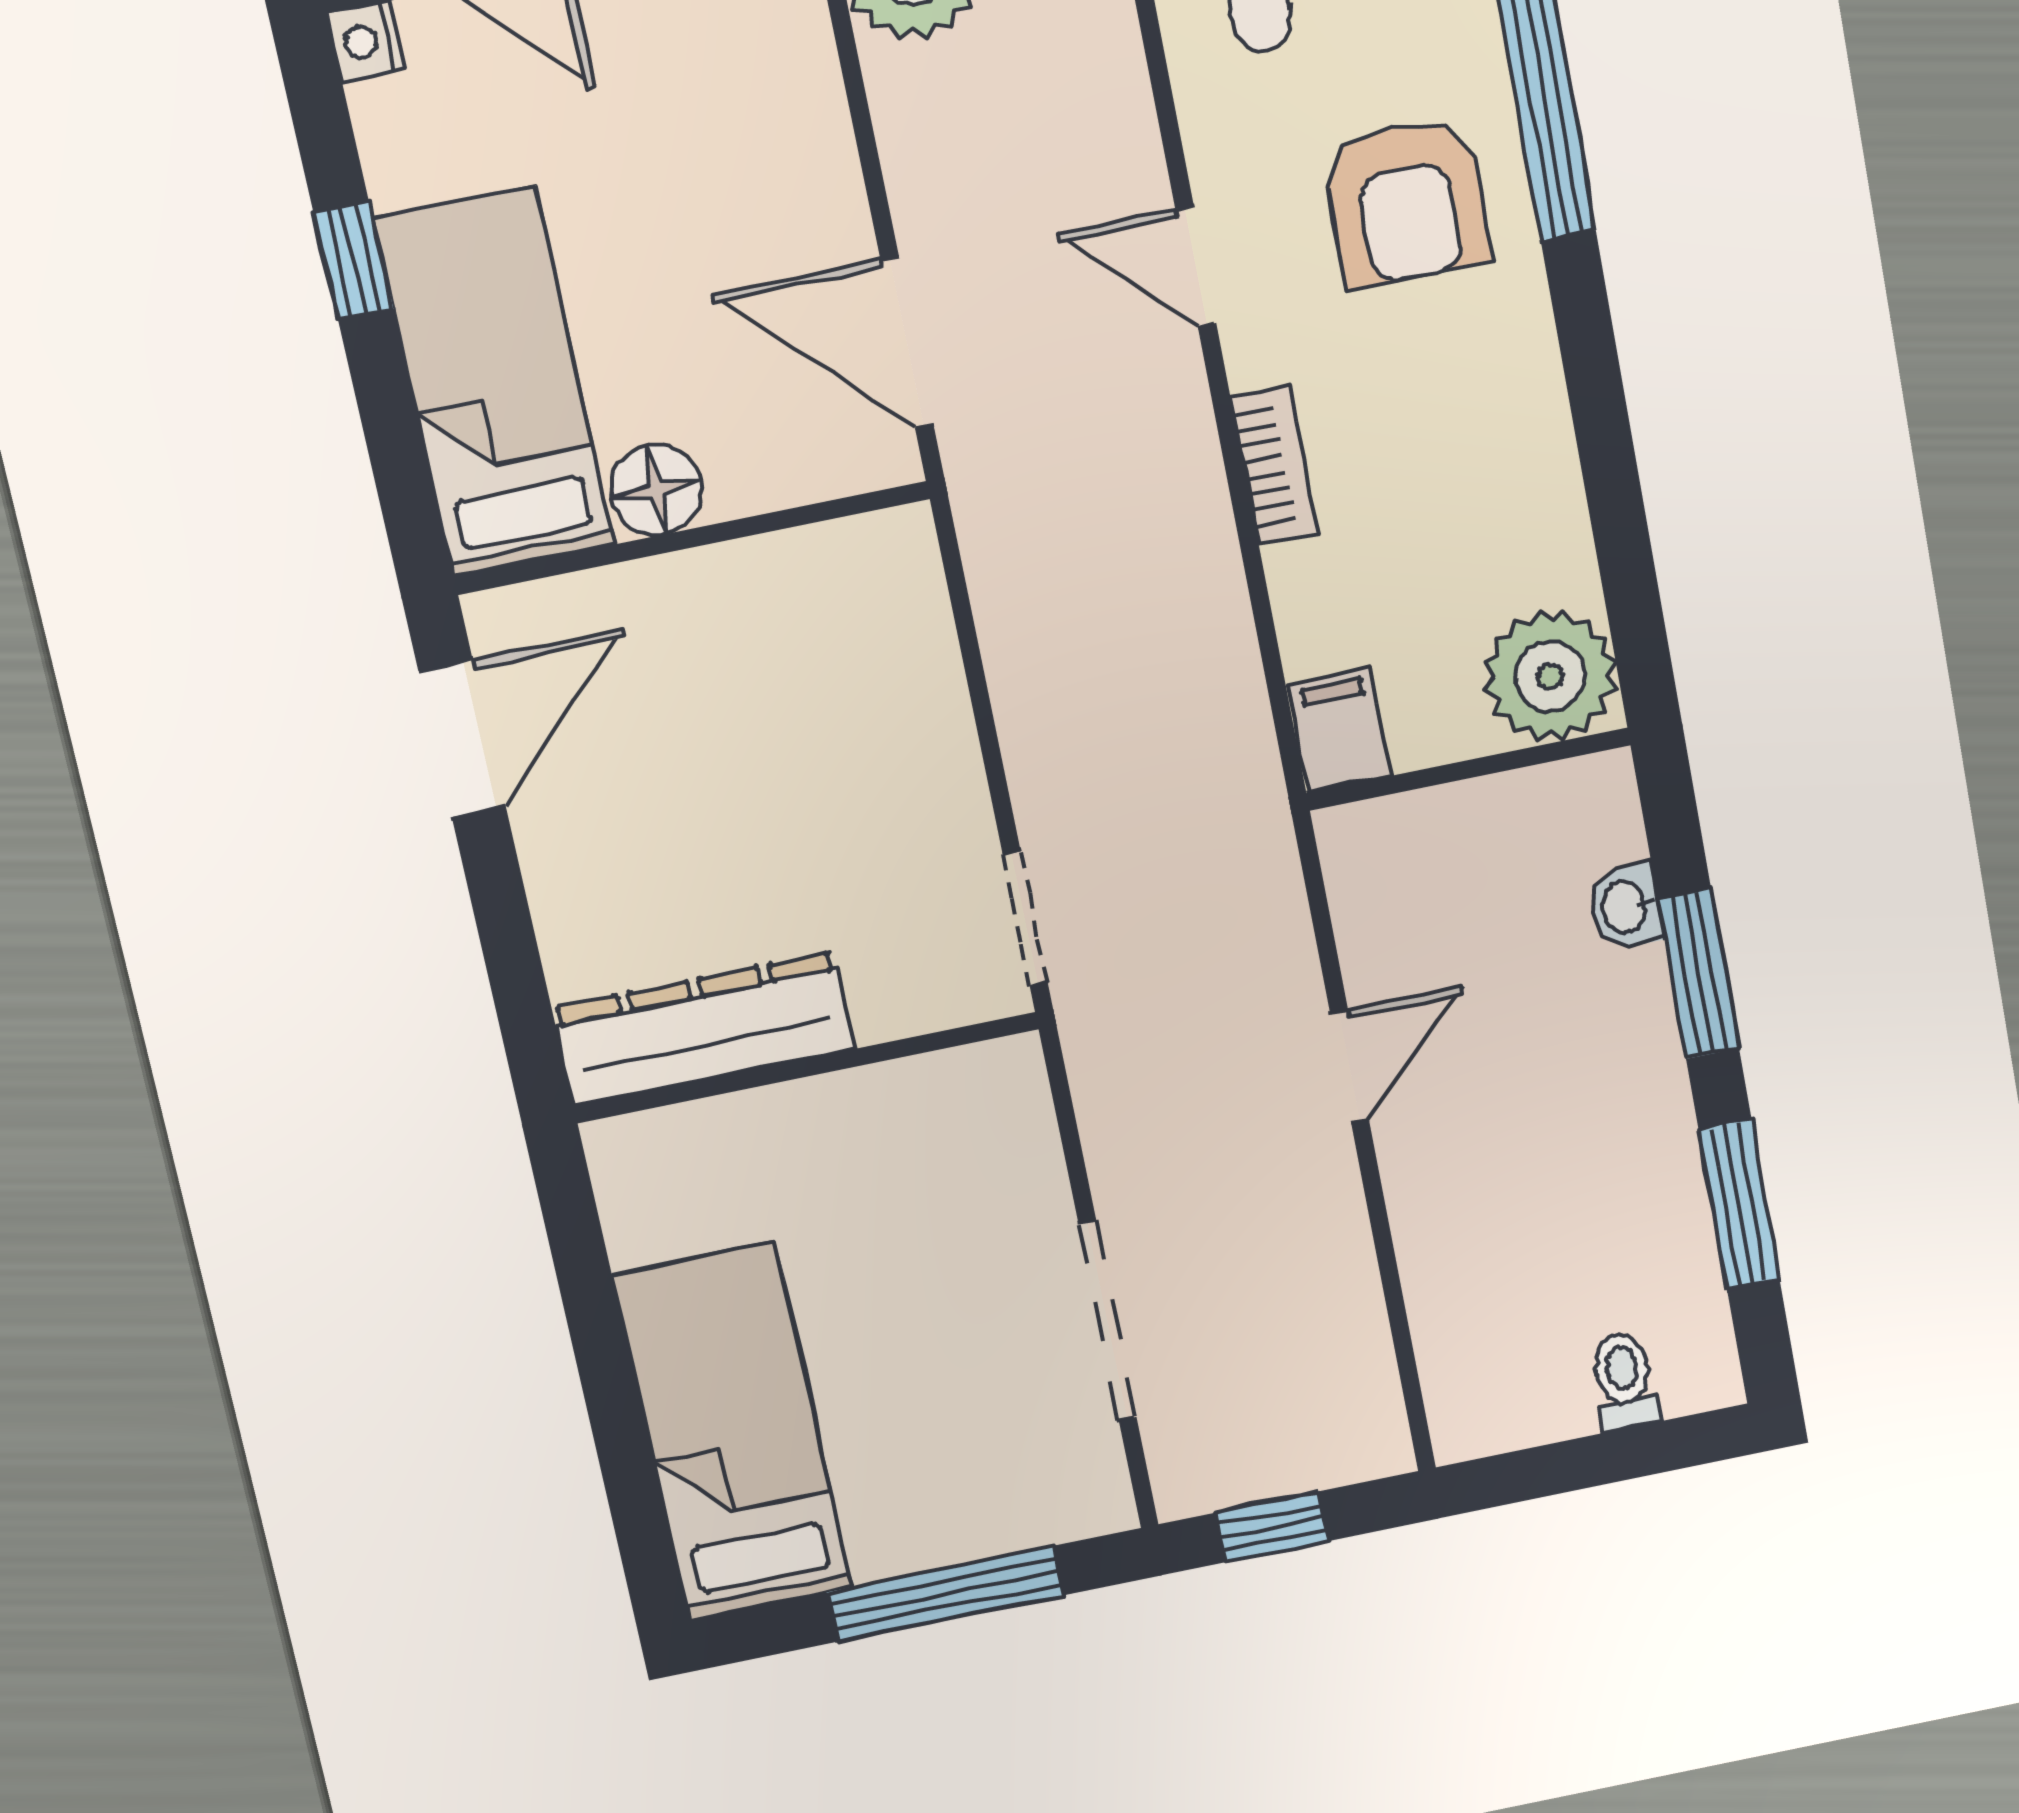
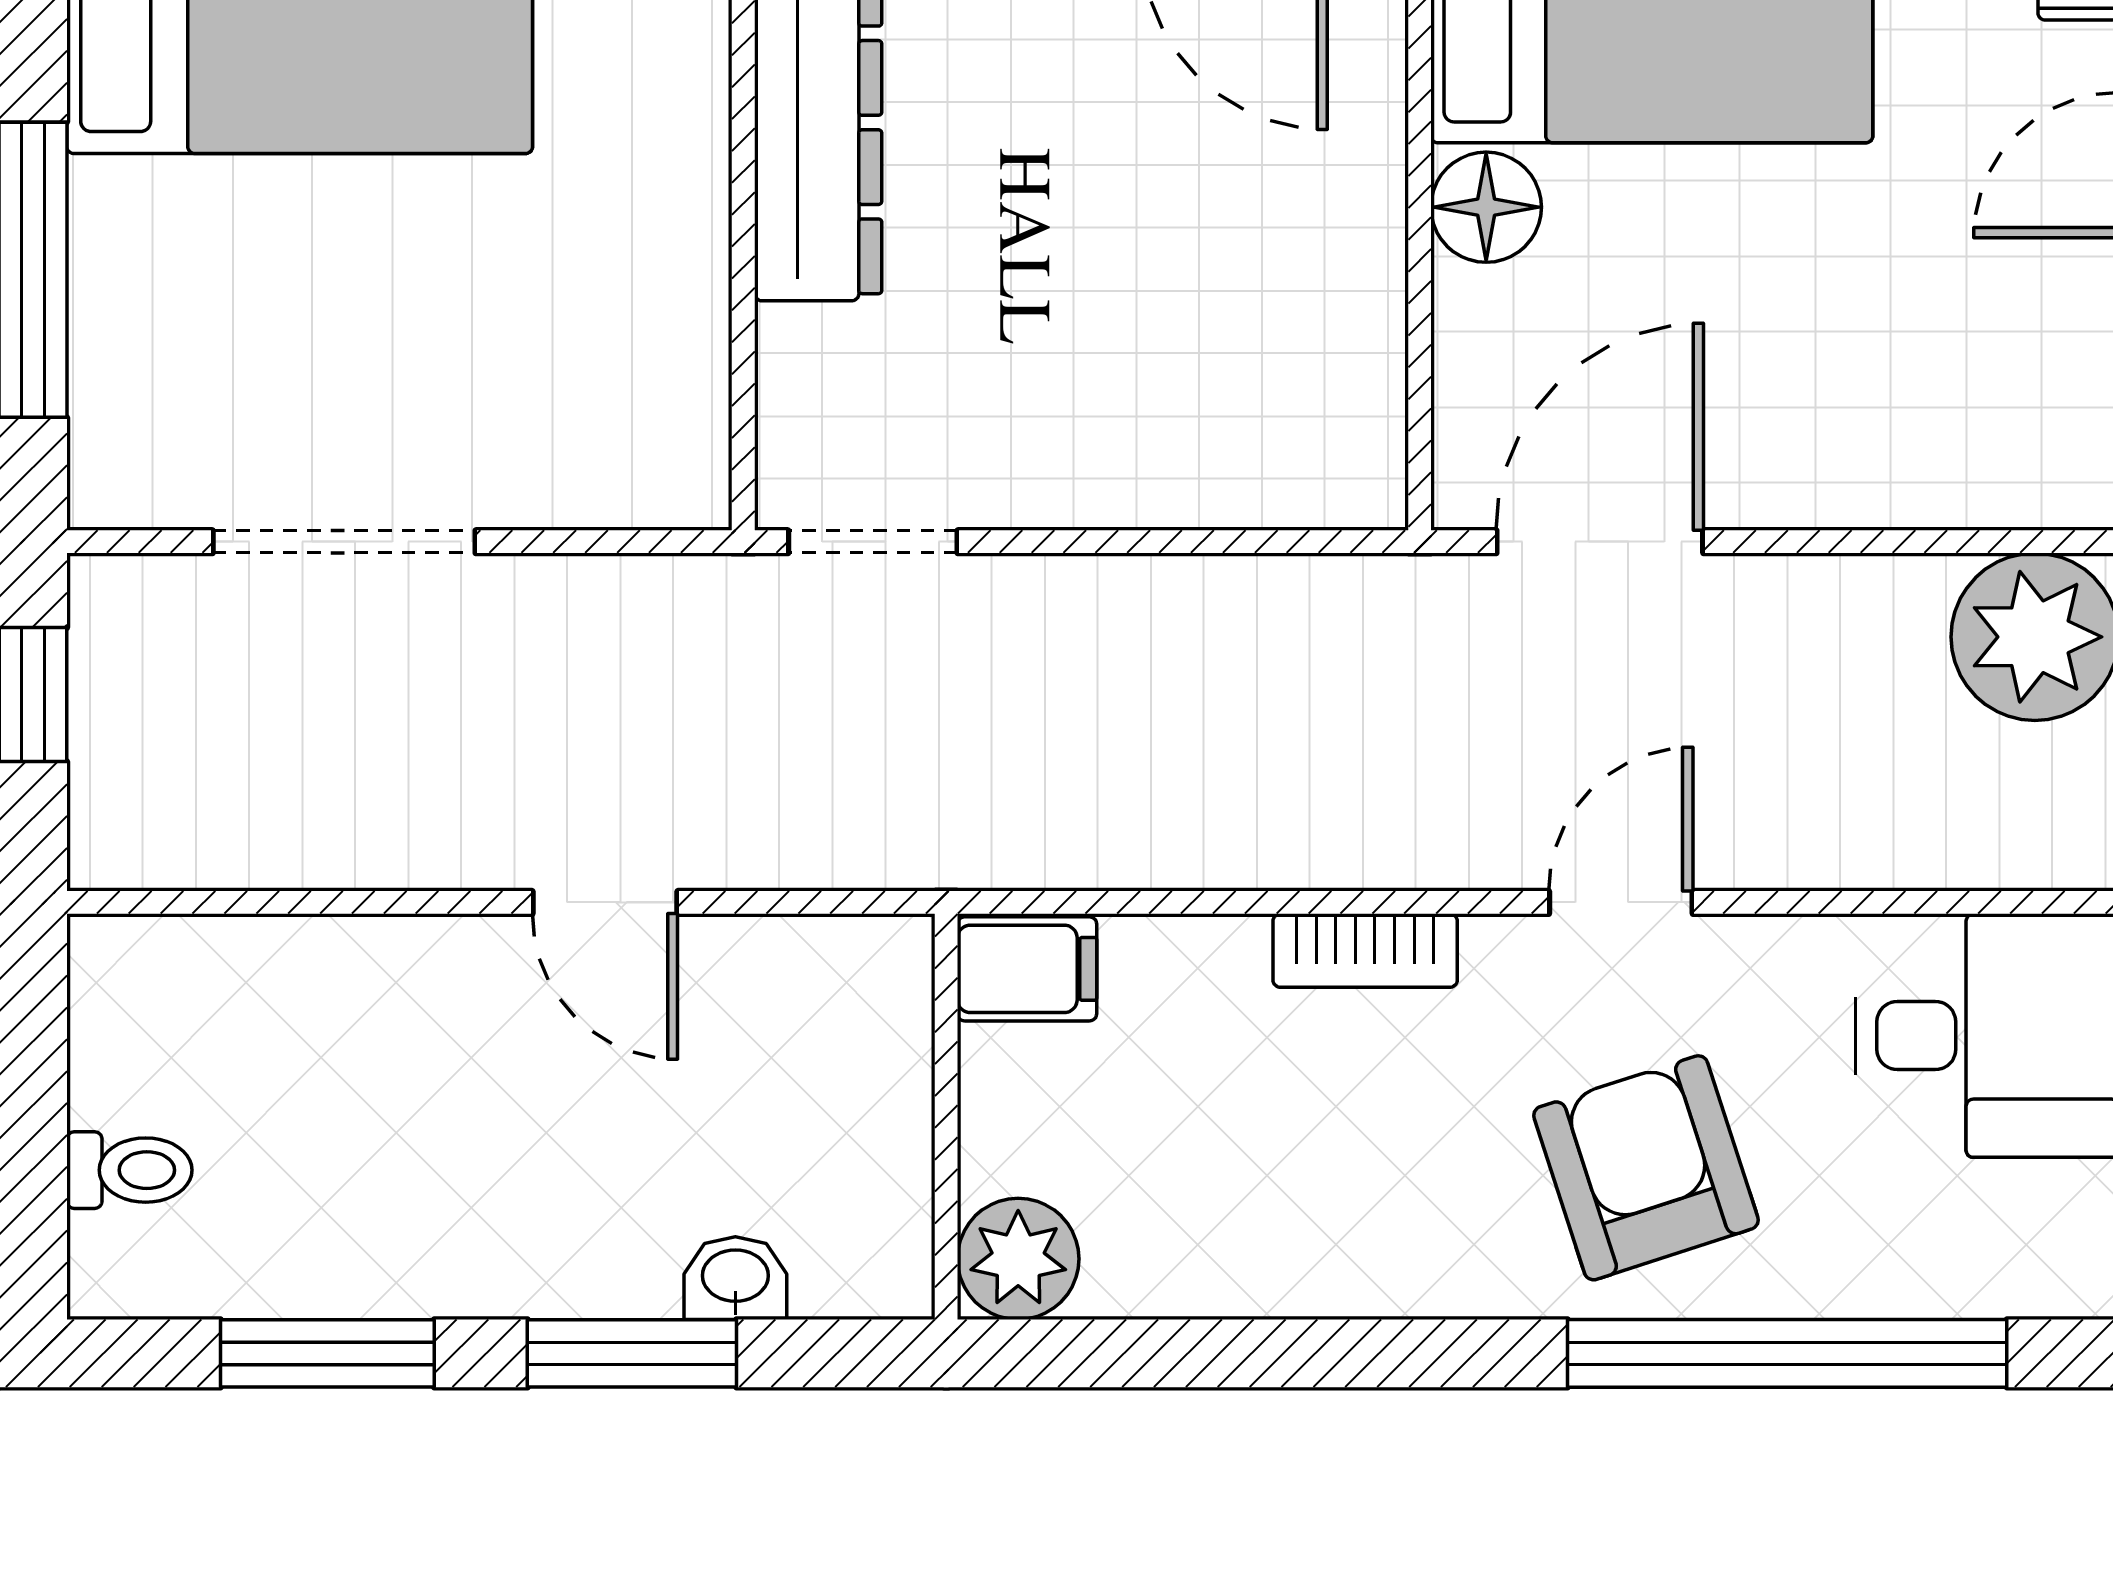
armchair: (1407, 202) -> (1646, 1168), turned 72
plant: (1550, 676) -> (1018, 1259), width x0.73, depth x0.73

